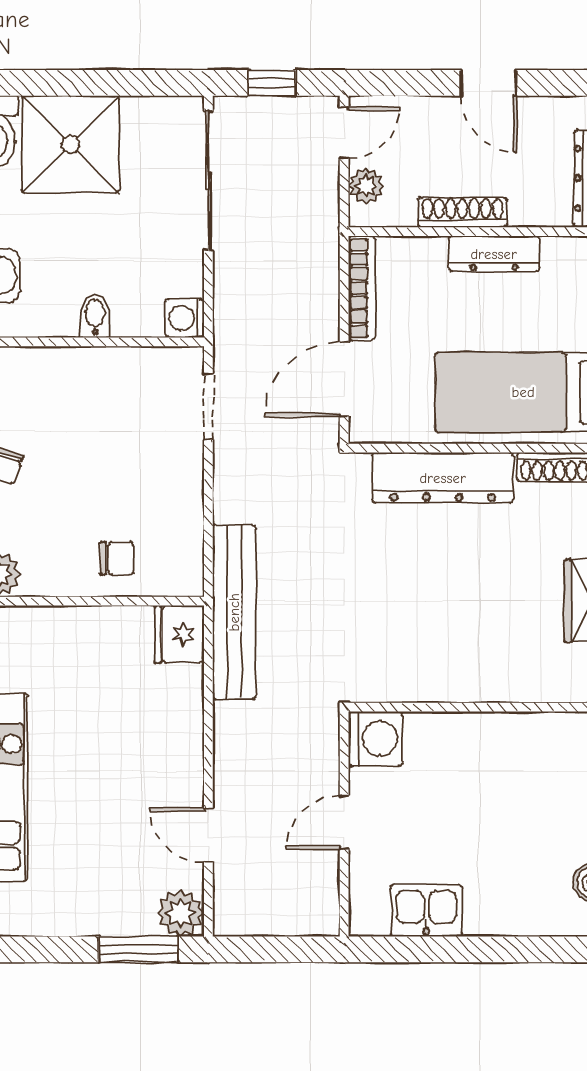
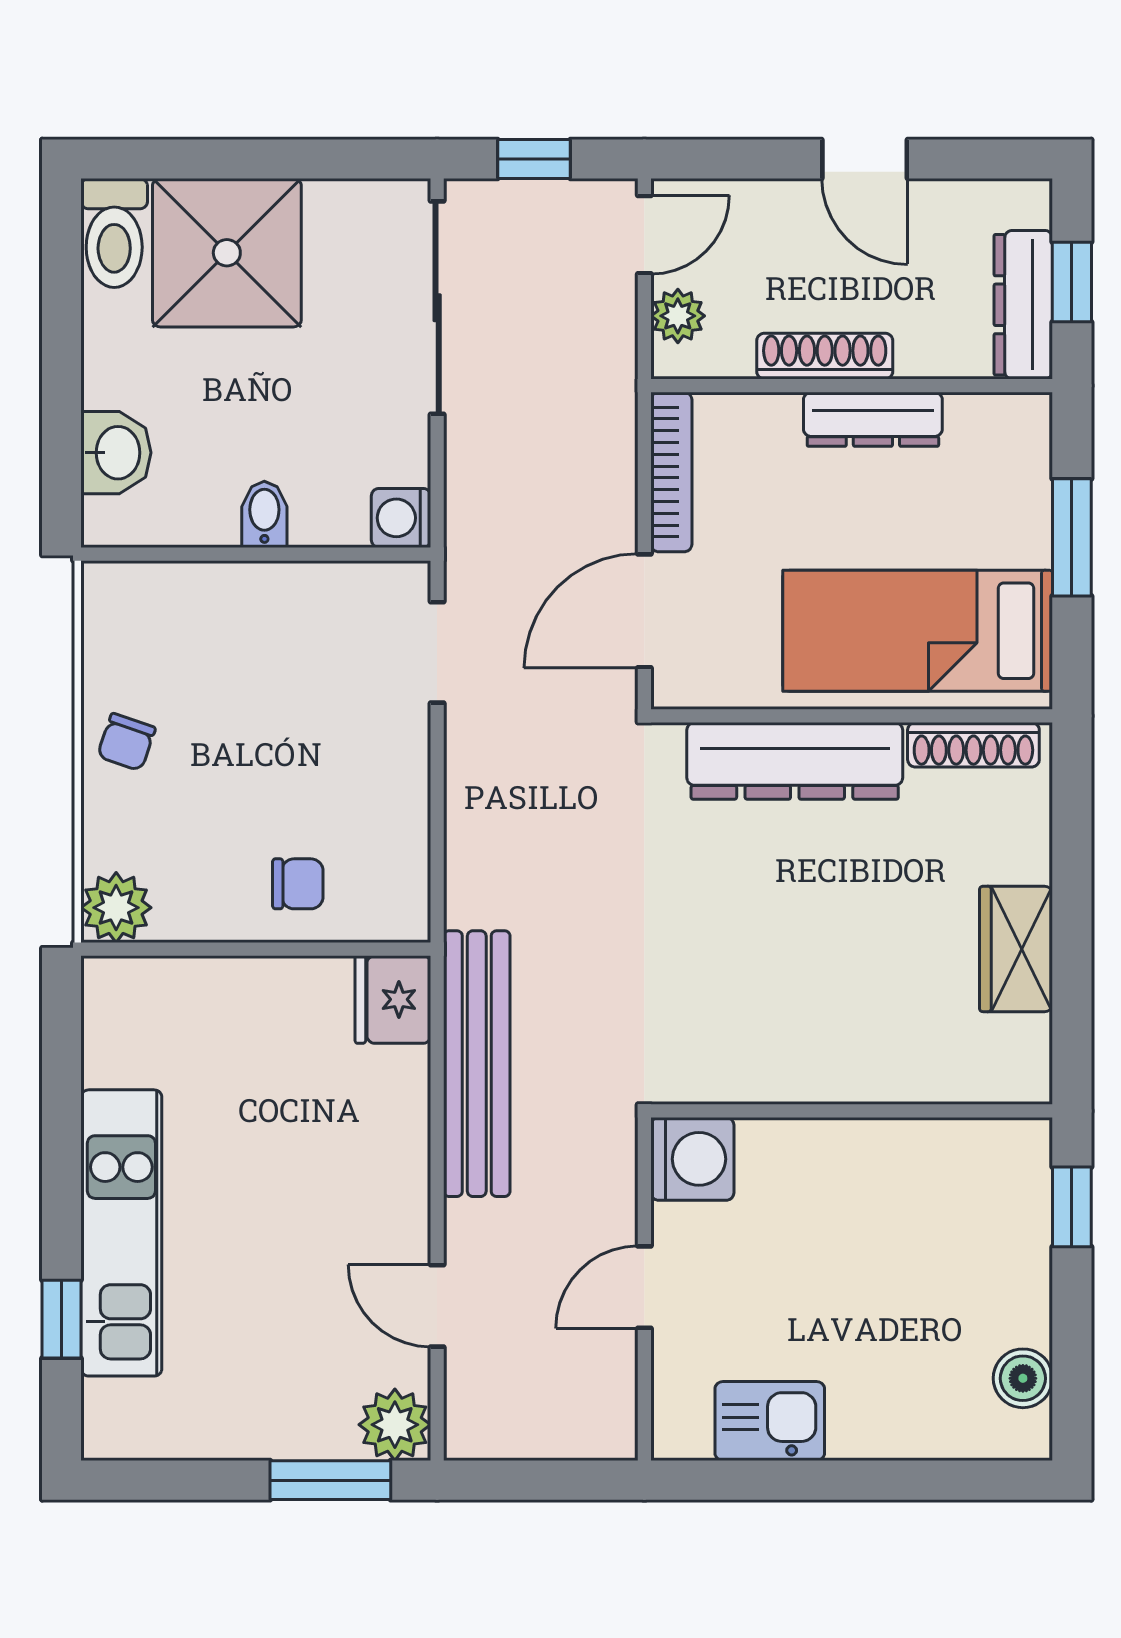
bench: (234, 612) -> (477, 1064), moved

